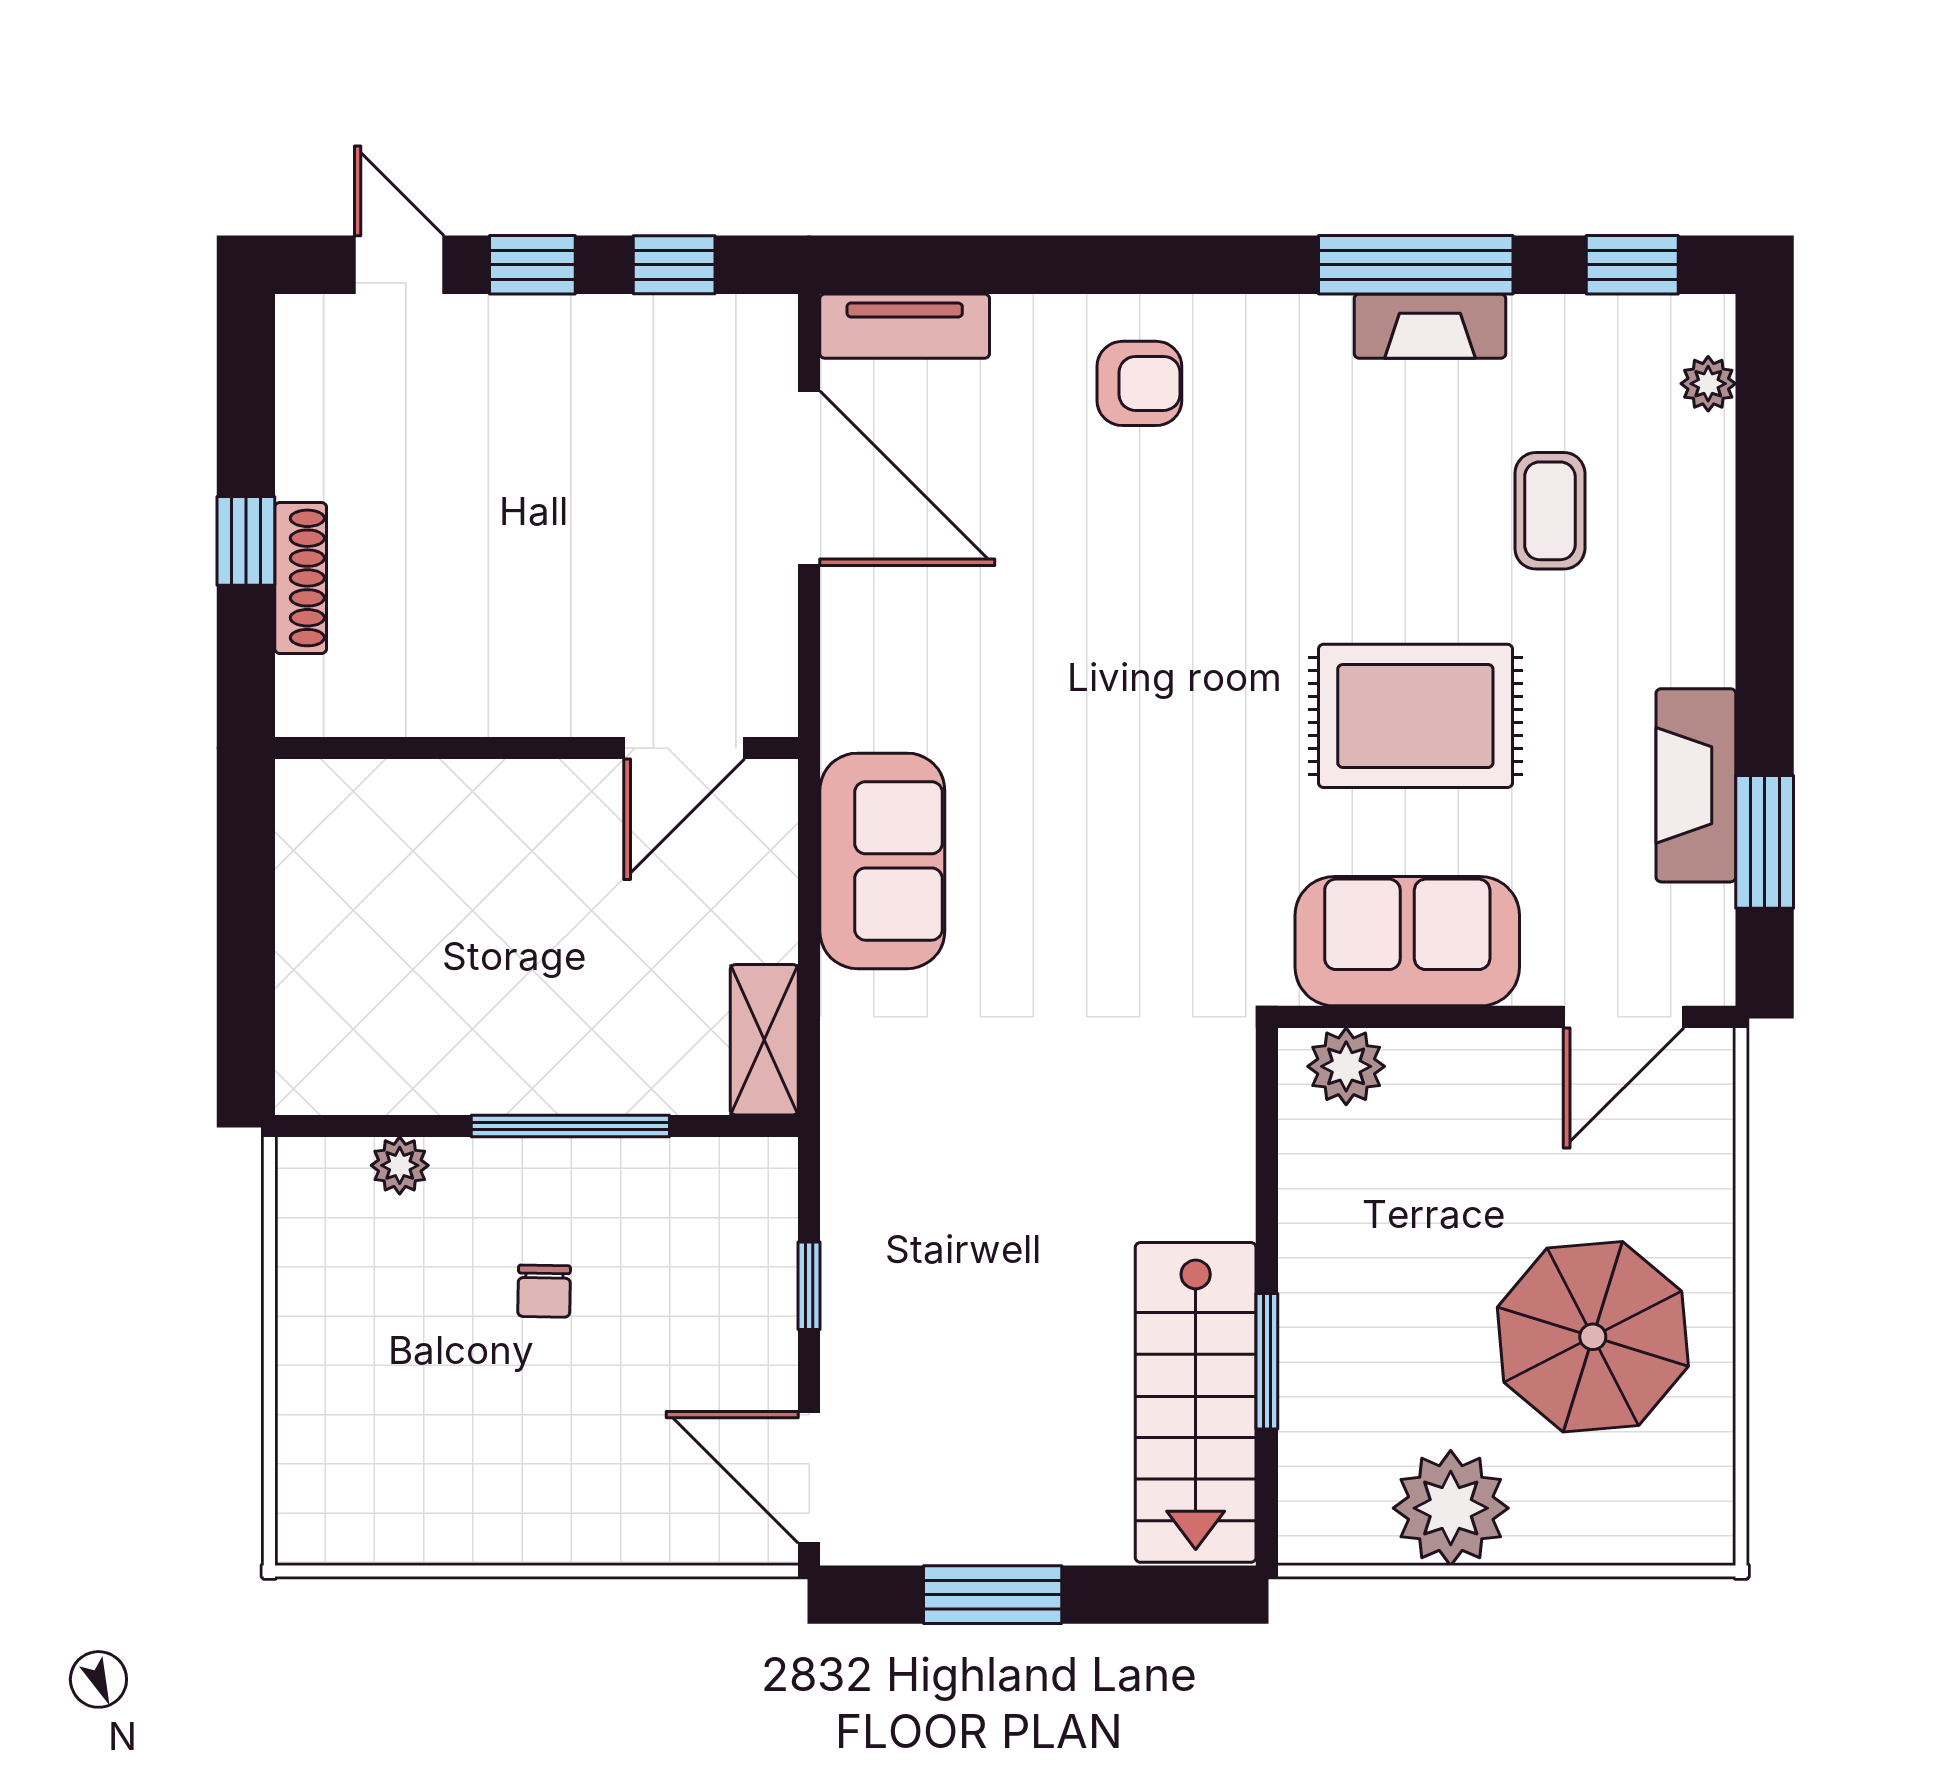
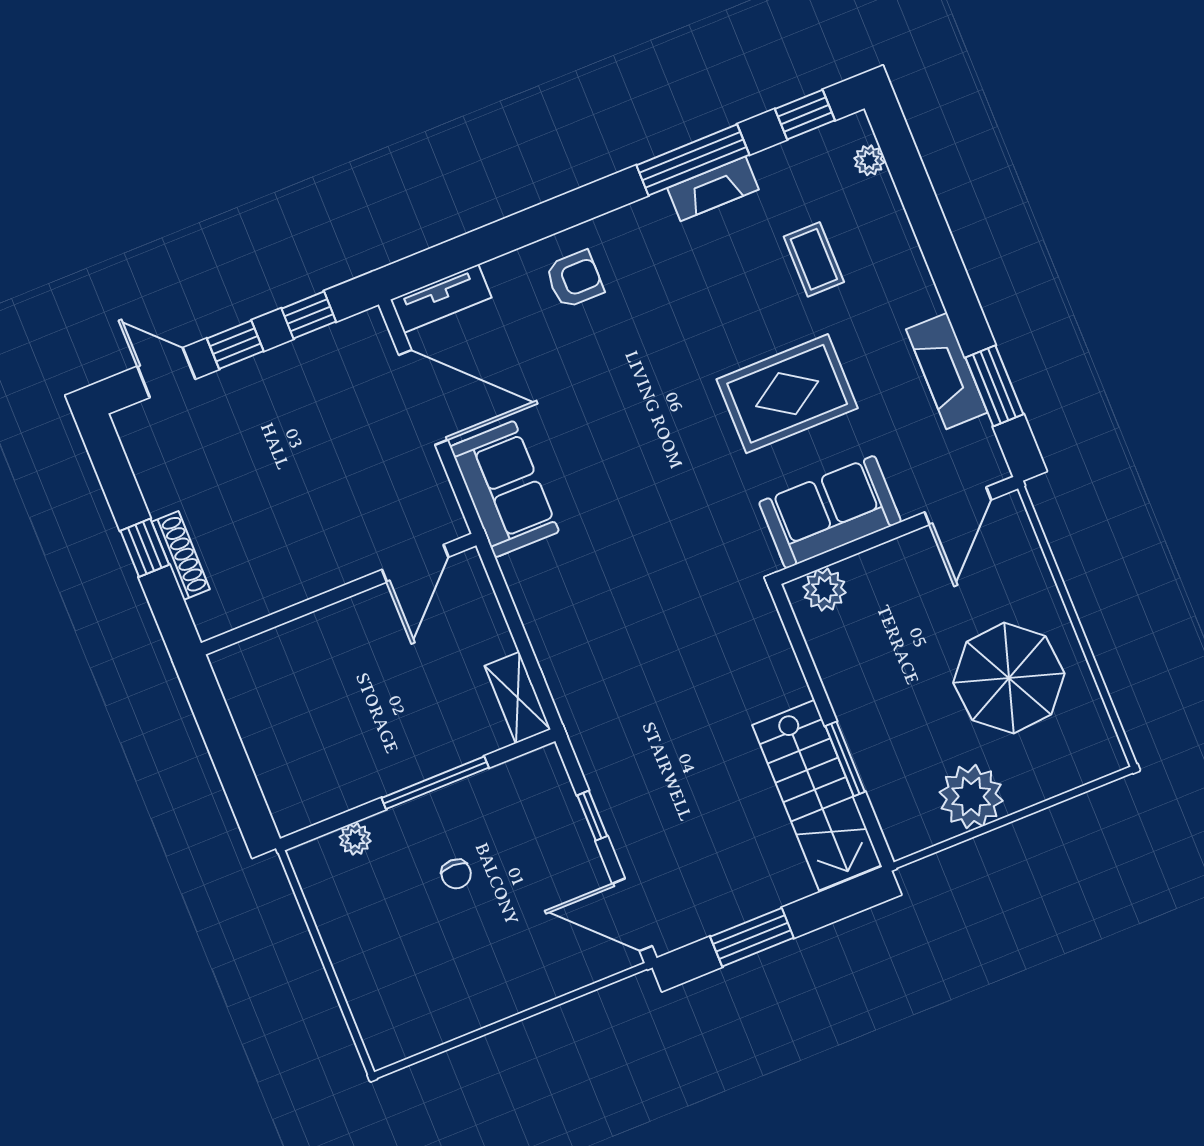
sofa: (882, 861) -> (504, 489), moved

